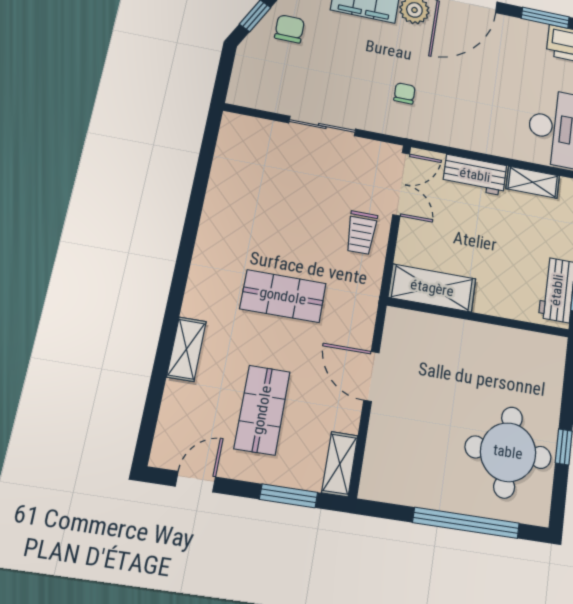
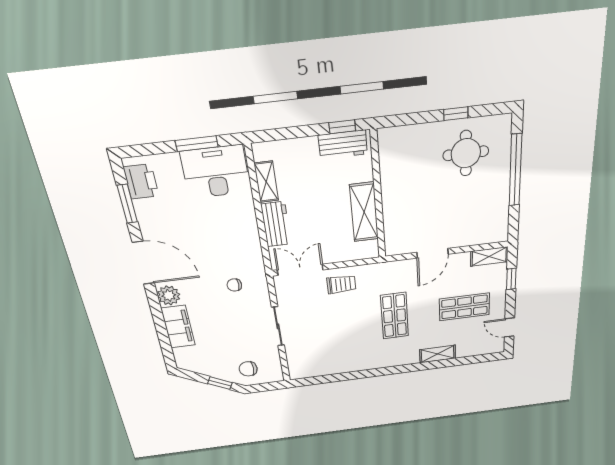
chair: (290, 29) -> (248, 369), moved
shelving: (432, 288) -> (364, 212), moved
round table: (508, 452) -> (466, 153), width x0.73, depth x0.73
window: (289, 496) -> (511, 279), width x0.67

